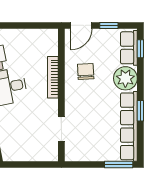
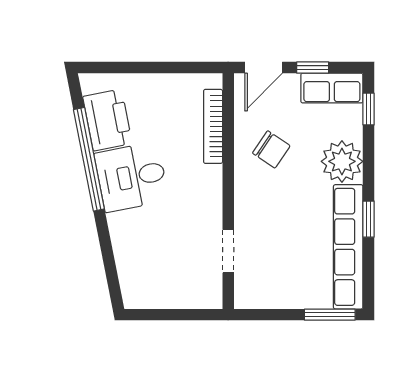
row of seats: (129, 48) -> (332, 88), moved, turned -90
chair: (86, 72) -> (271, 149), turned 127
bookcase: (53, 77) -> (213, 126), moved

